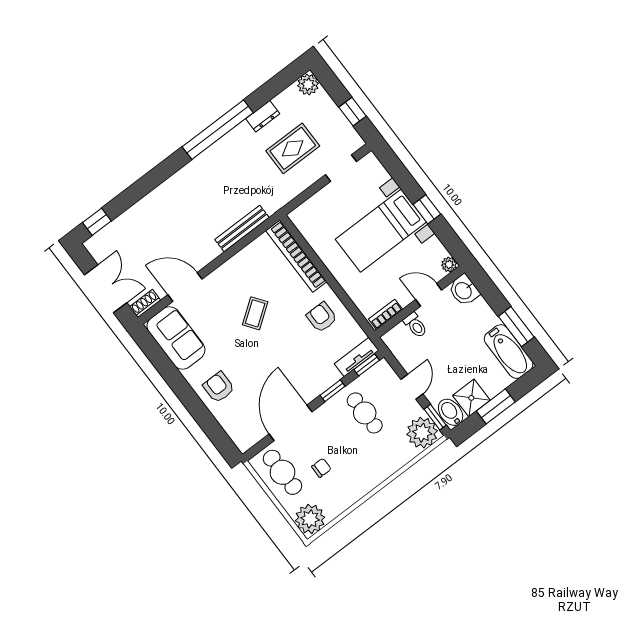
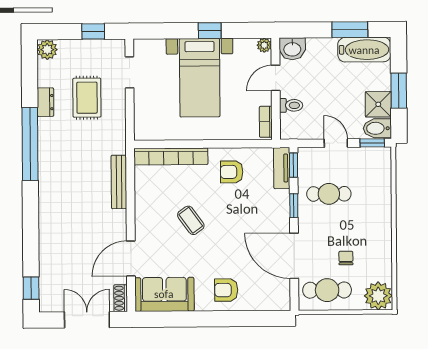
plant: (422, 433) -> (377, 161), removed

